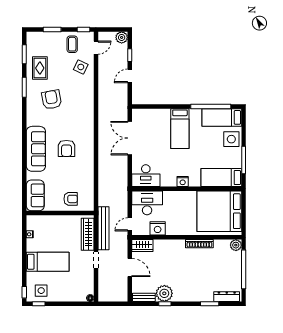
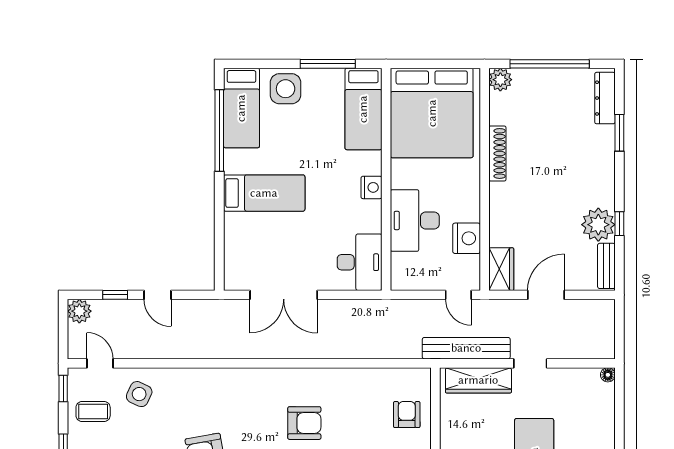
desk: (147, 203) -> (415, 220), moved

